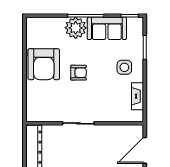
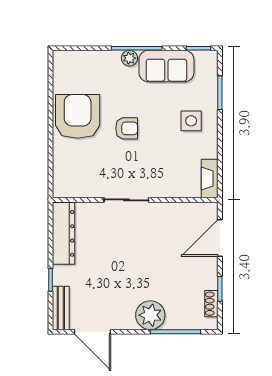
plant: (76, 28) -> (129, 58), width x0.53, depth x0.53
armchair: (44, 64) -> (78, 116), turned 180
fireplace: (137, 96) -> (210, 179), moved

